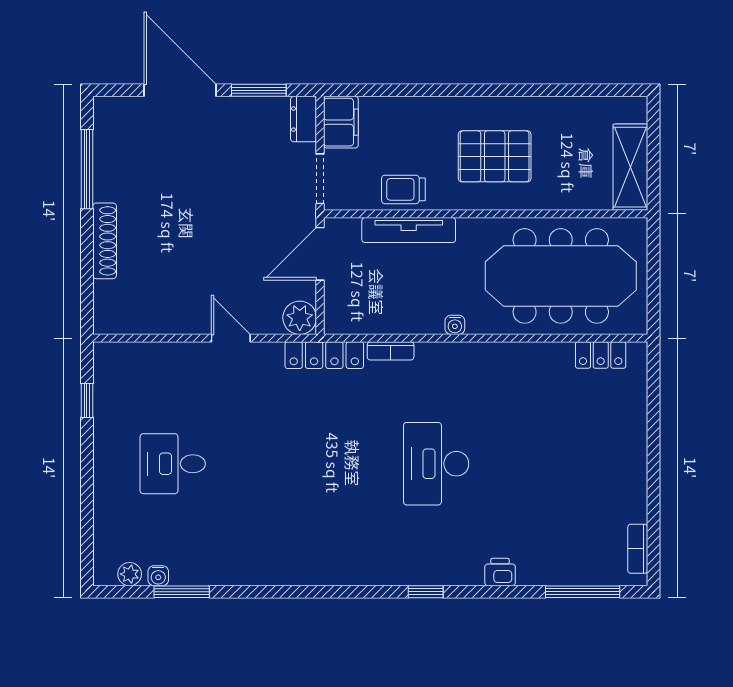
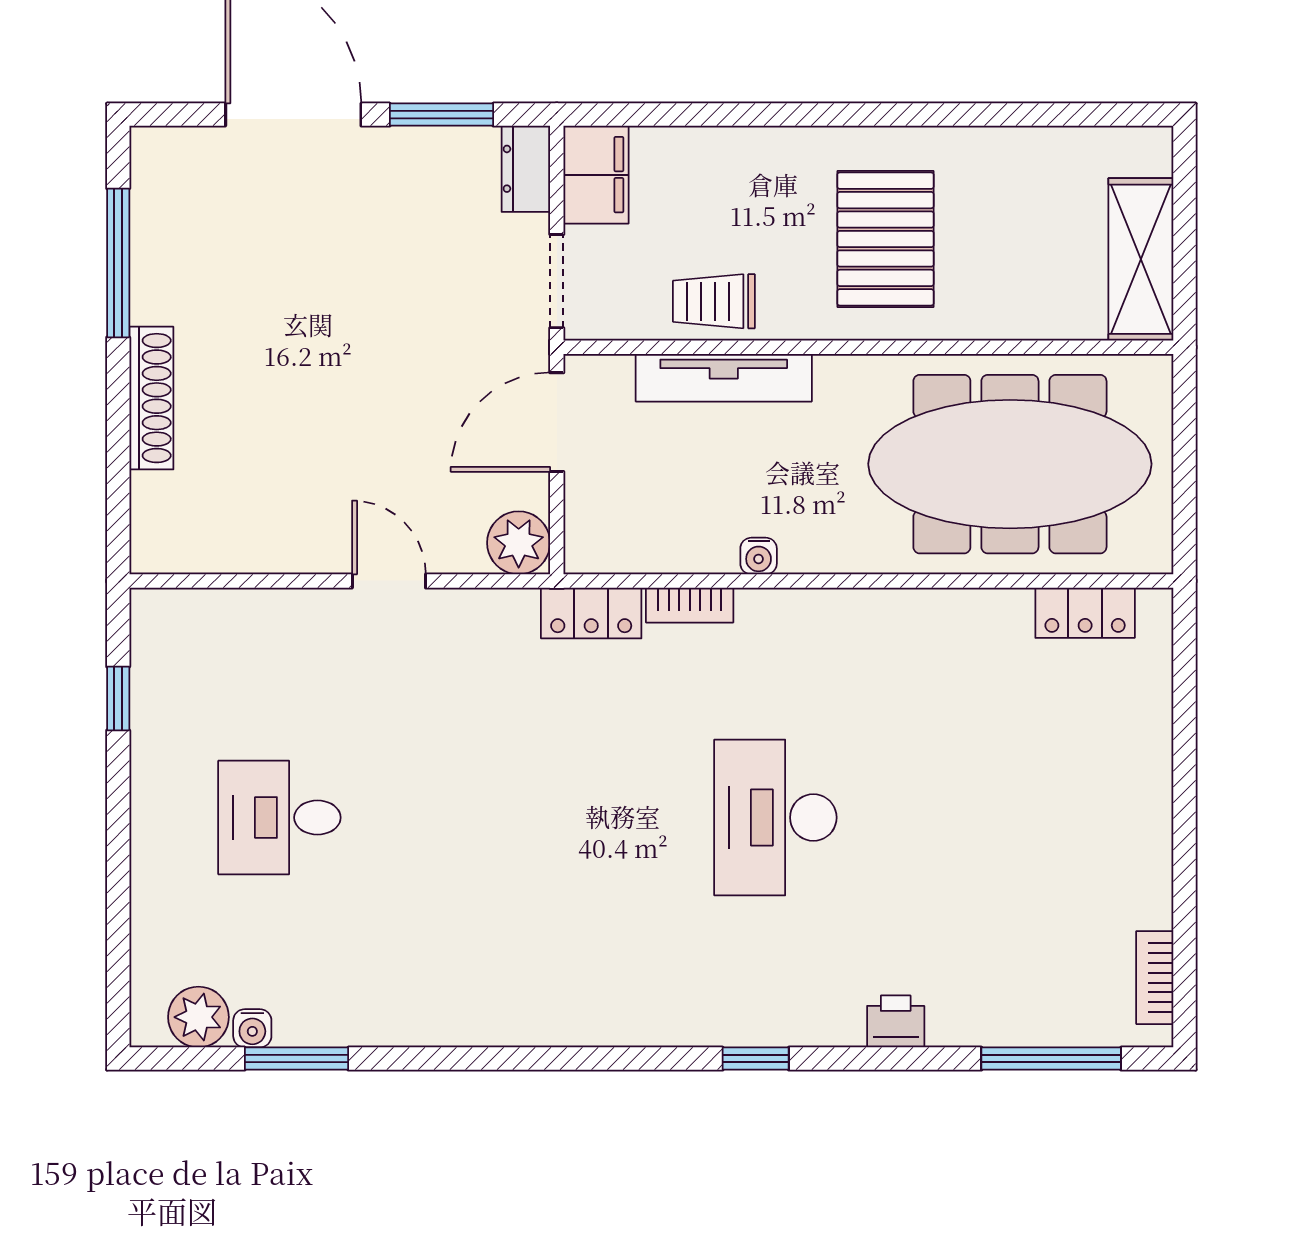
pallet: (495, 156) -> (885, 239), turned 90
water cooler: (455, 325) -> (759, 556), moved
locker: (324, 355) -> (591, 613), width x0.66
plant: (130, 574) -> (198, 1017), width x1.38, depth x1.38

